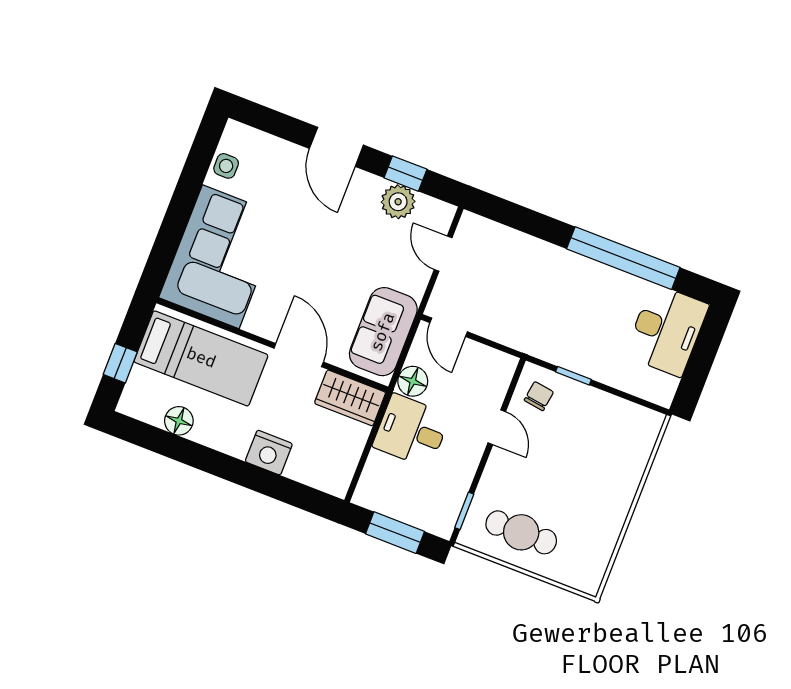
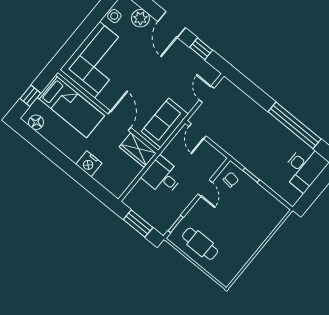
plant: (398, 202) -> (140, 18), moved
floor lamp: (413, 381) -> (171, 152), removed
floor lamp: (179, 421) -> (36, 122), moved

